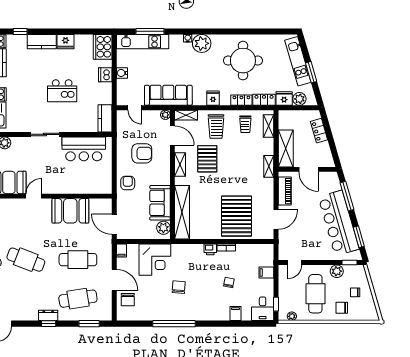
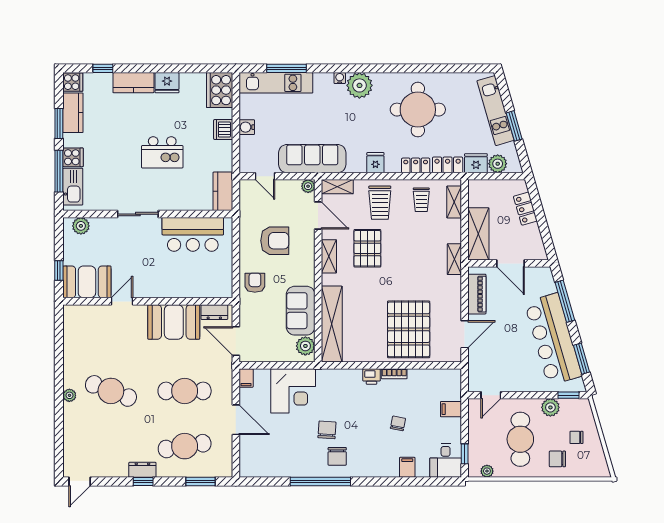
dresser: (99, 204) -> (214, 312), added
chair: (128, 300) -> (337, 456), moved

